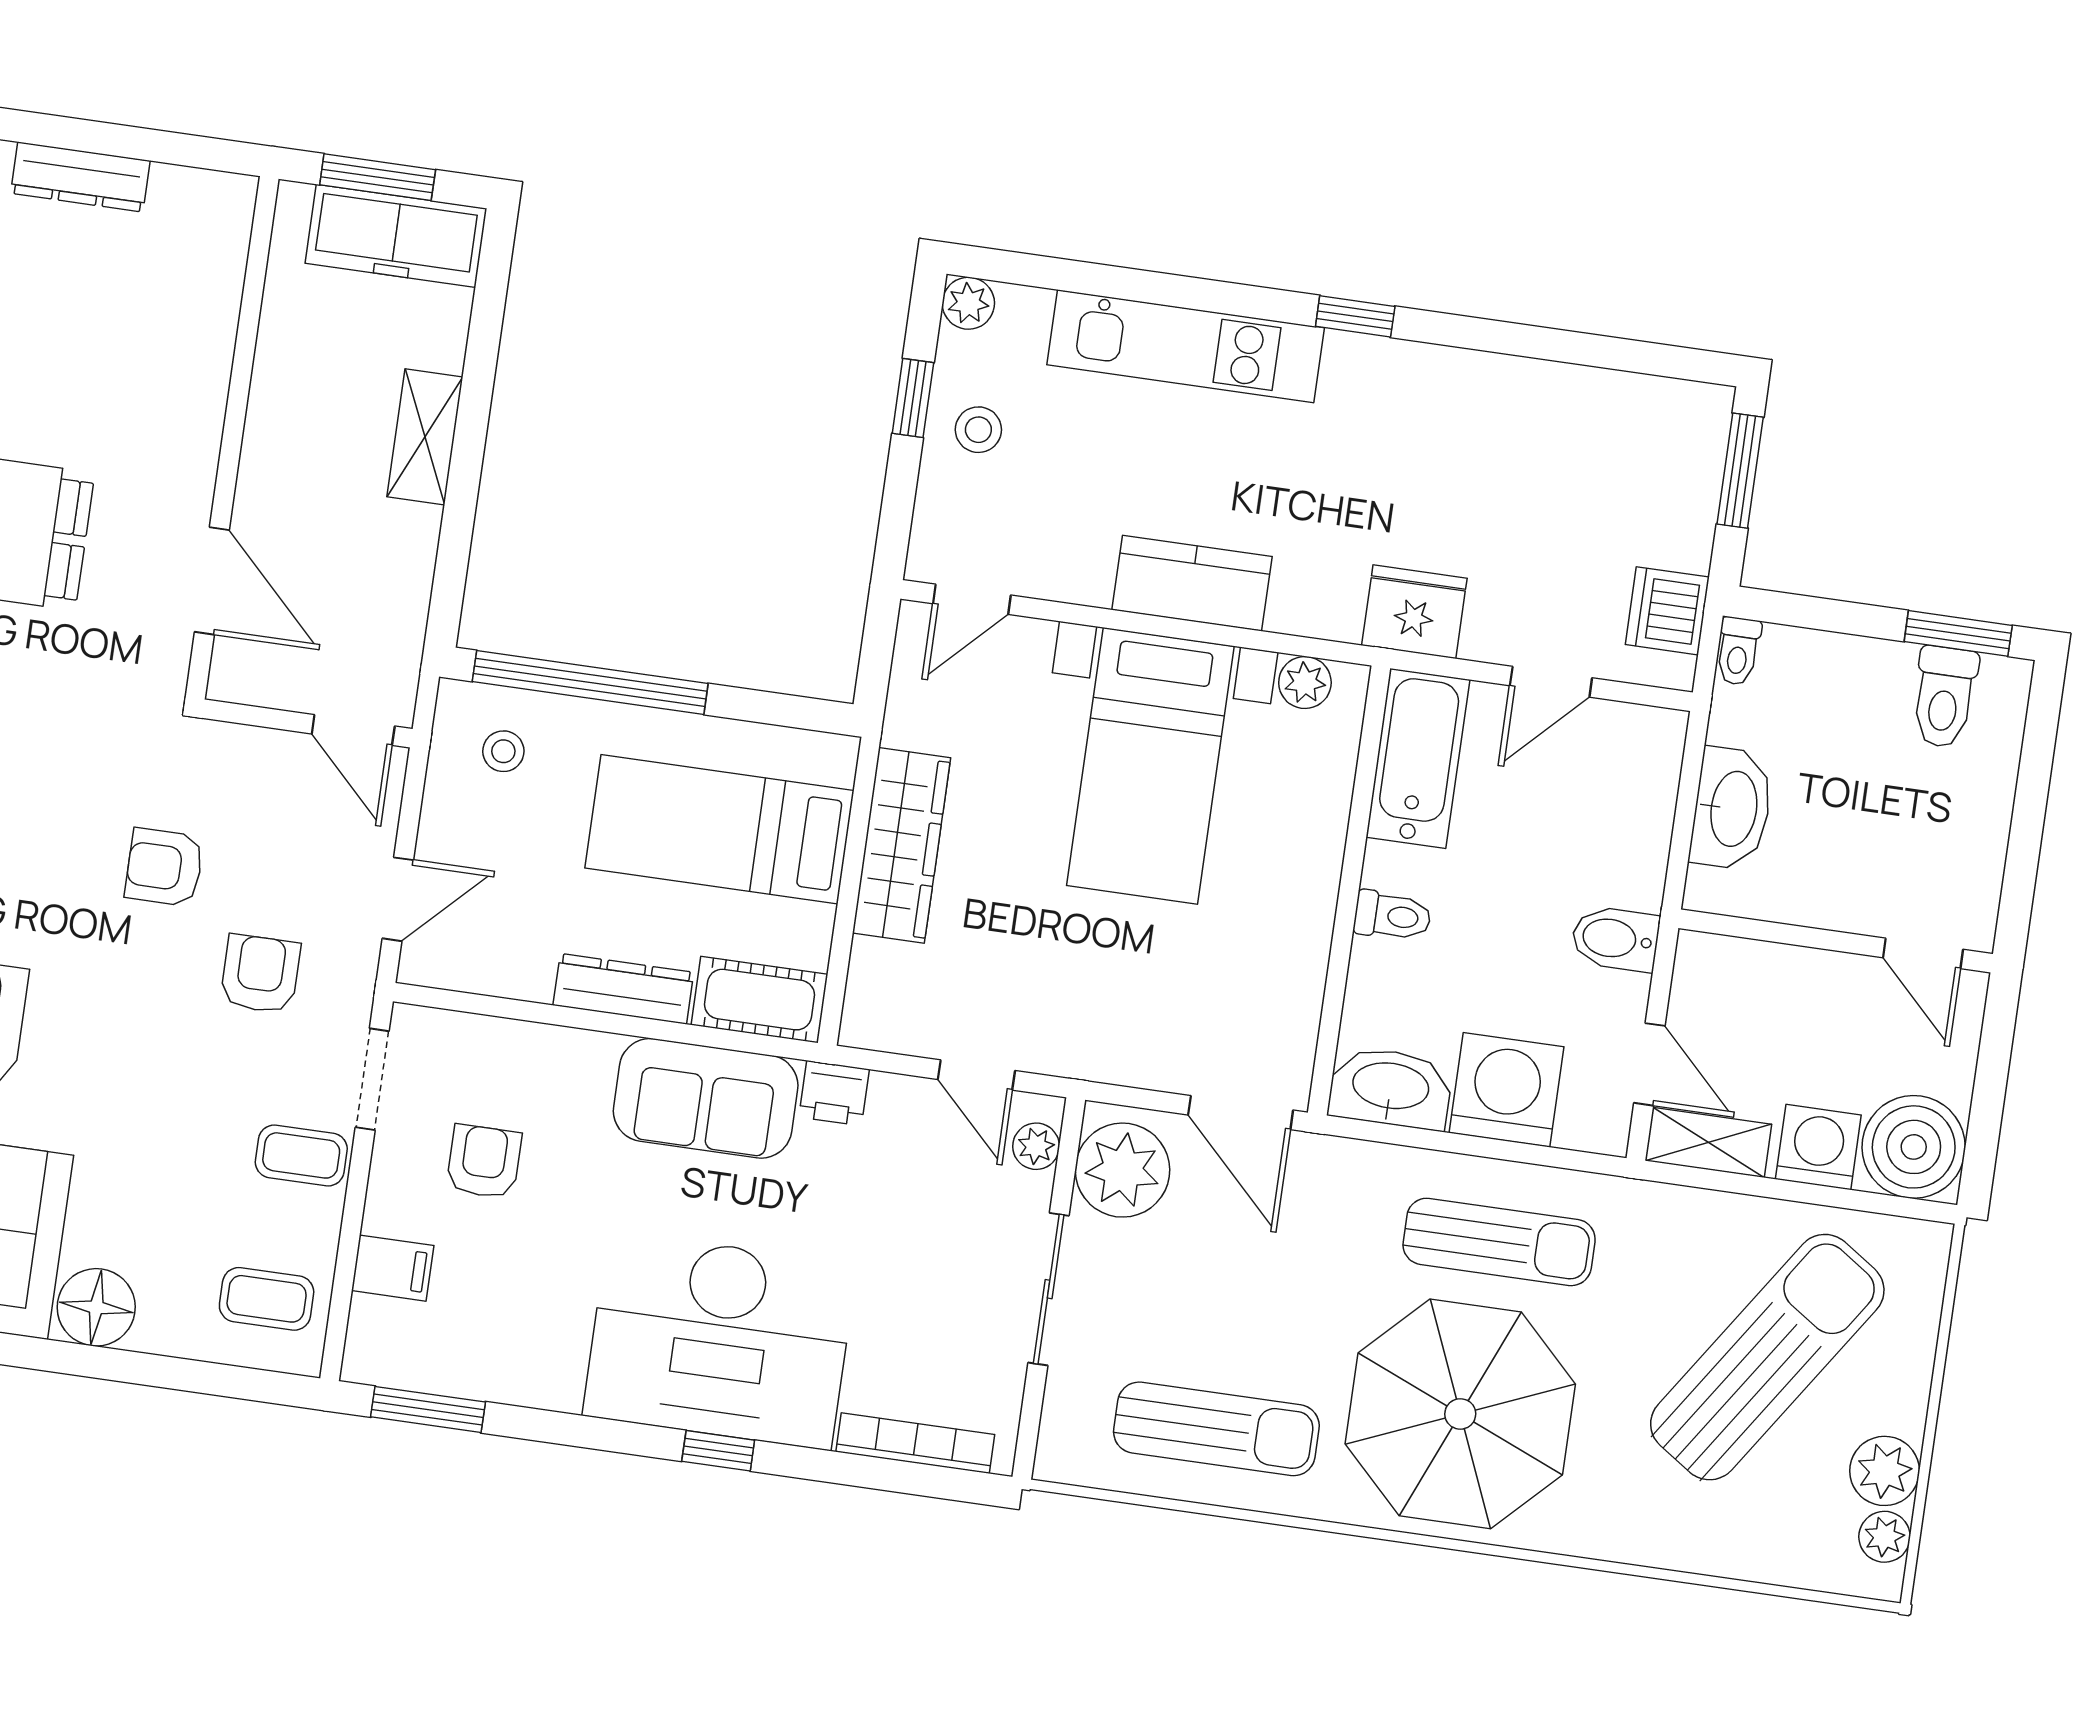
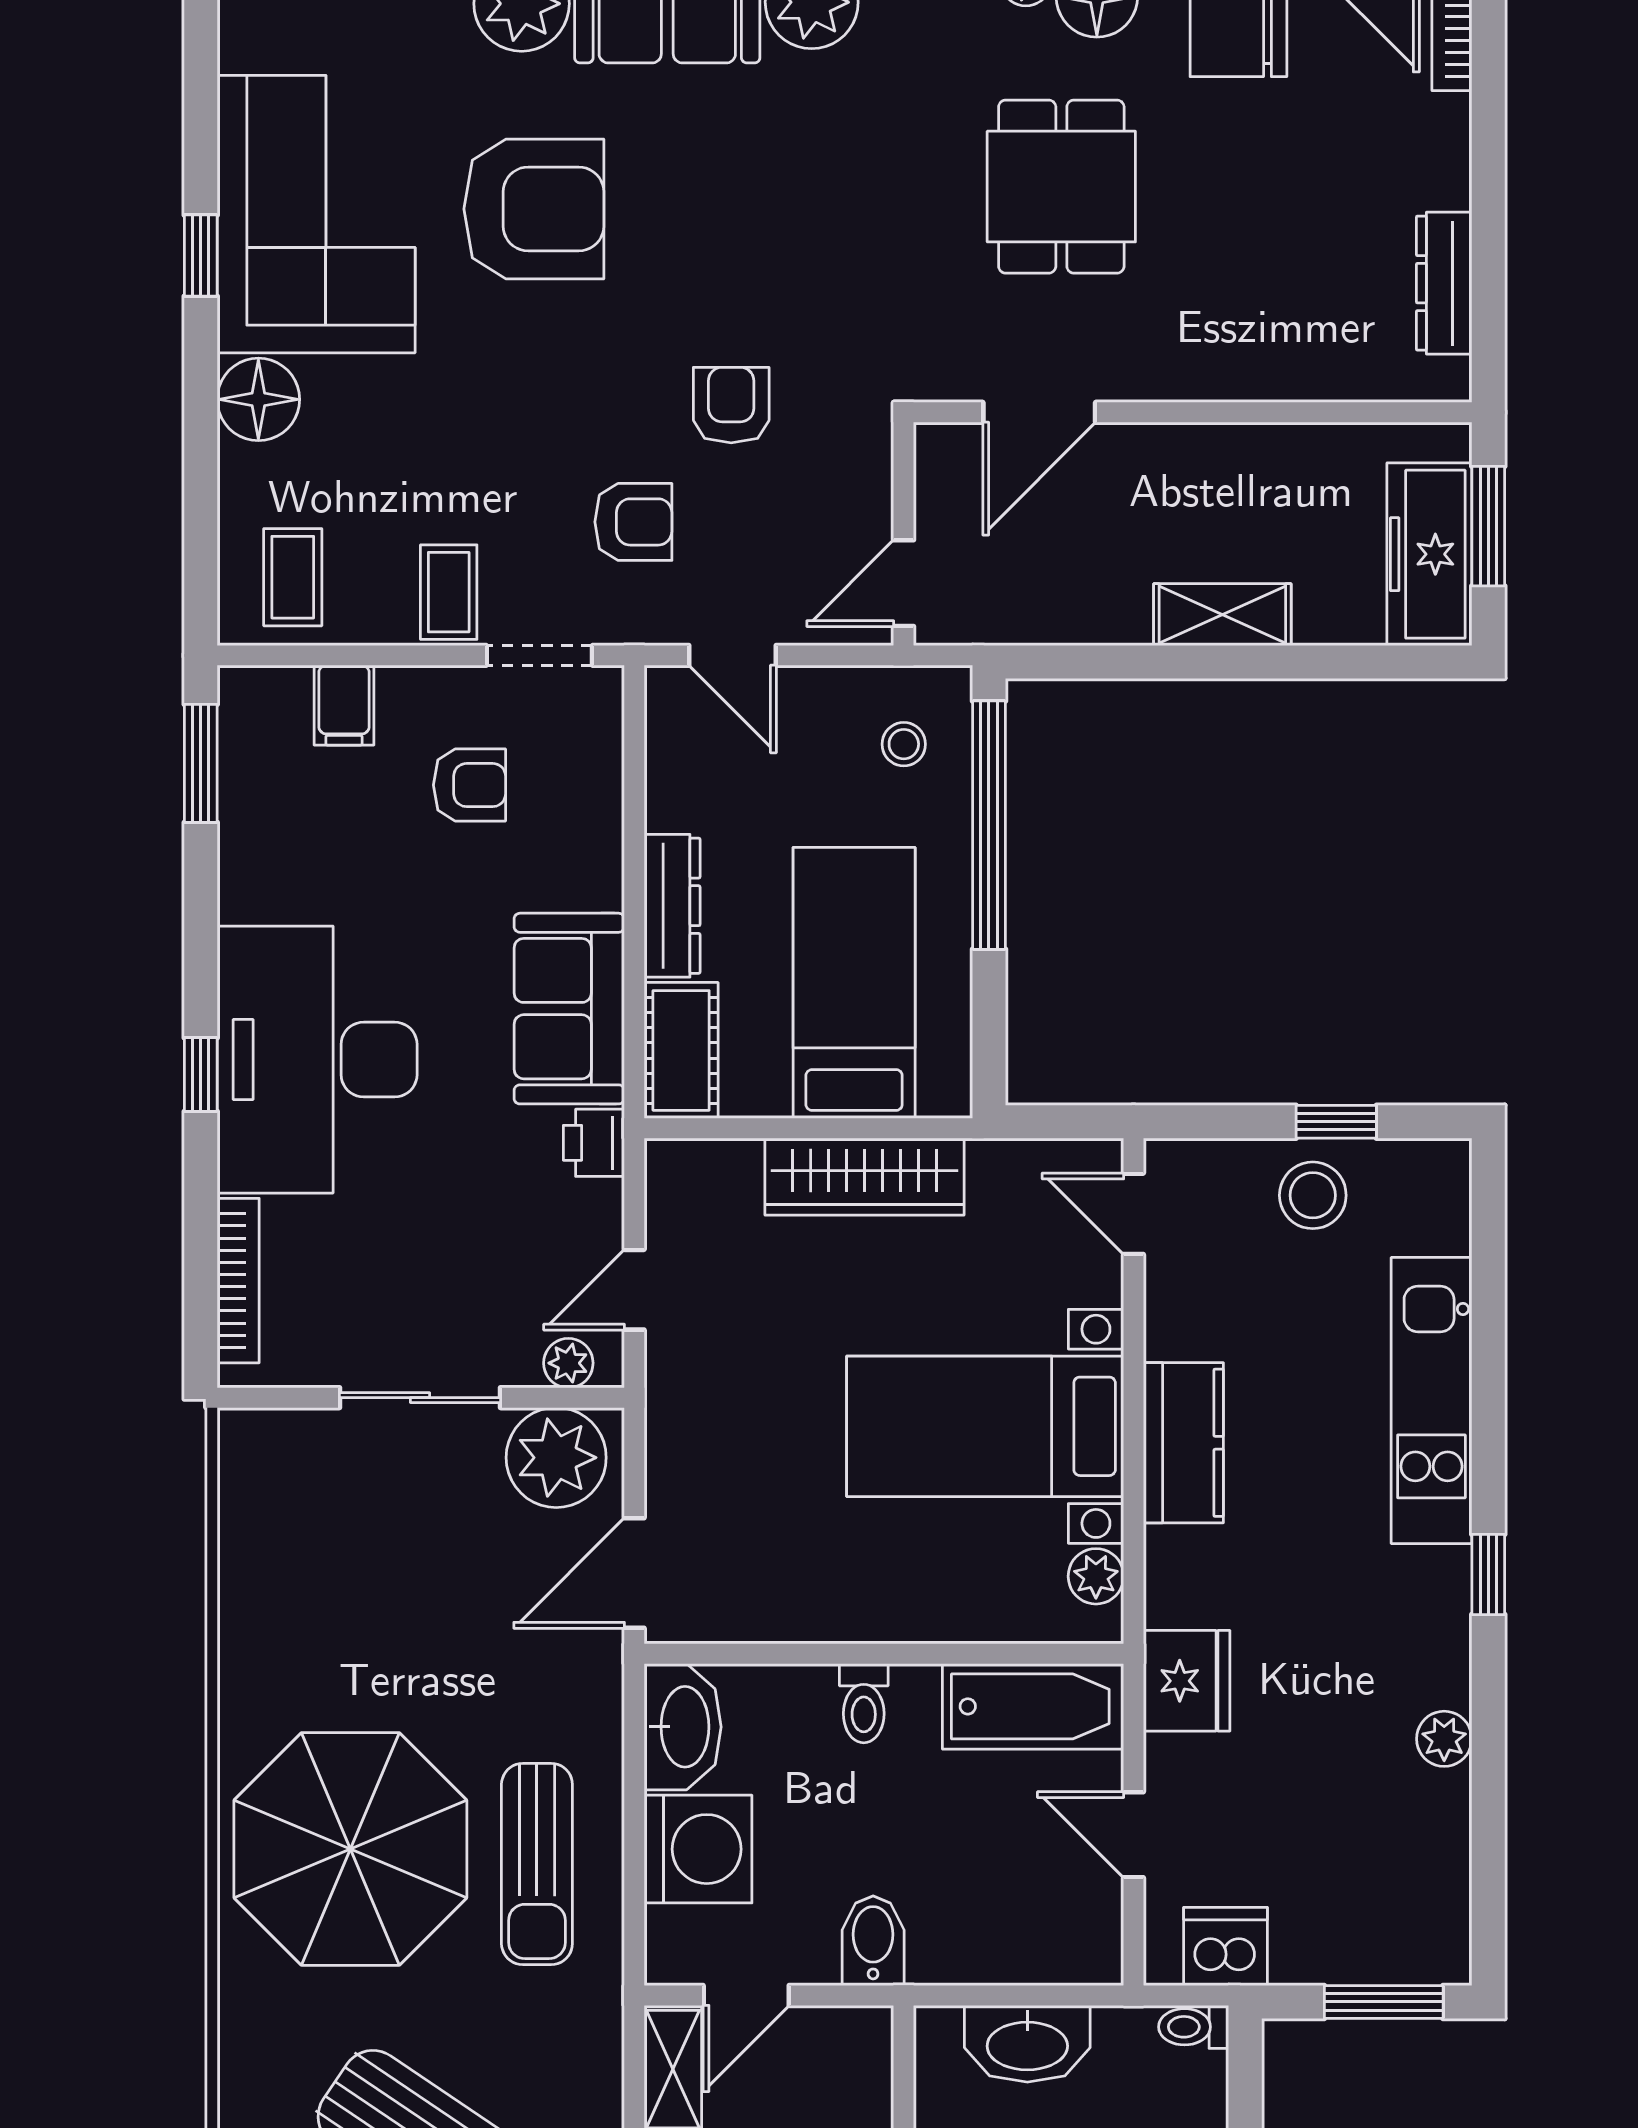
dresser: (80, 177) -> (1444, 283), moved
plant: (968, 303) -> (1444, 1739), moved
stool: (978, 430) -> (1313, 1195), width x1.37, depth x1.37
sun lounger: (1216, 1429) -> (298, 1595), removed

